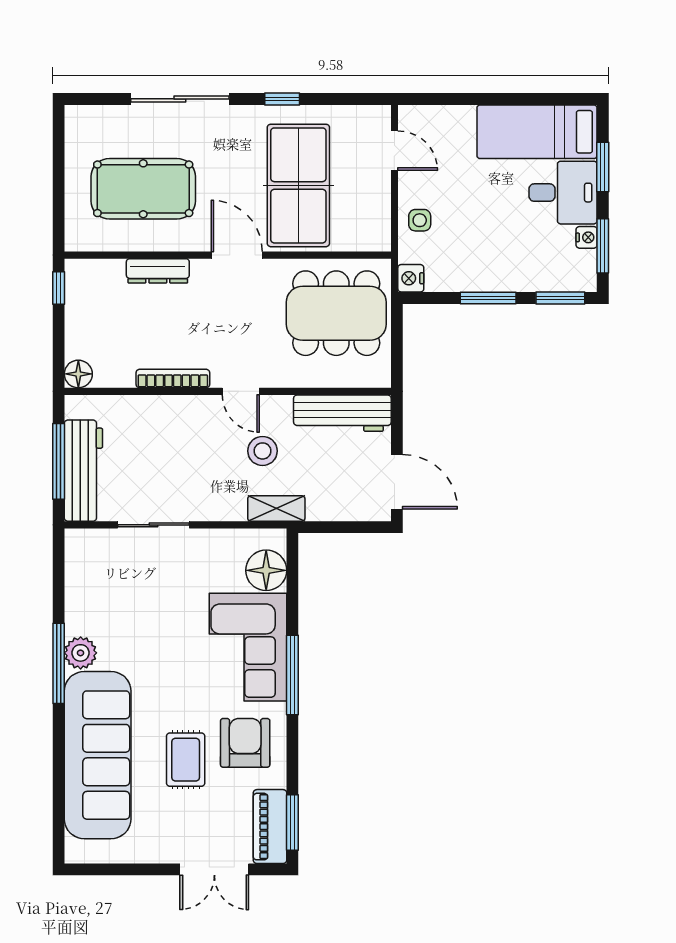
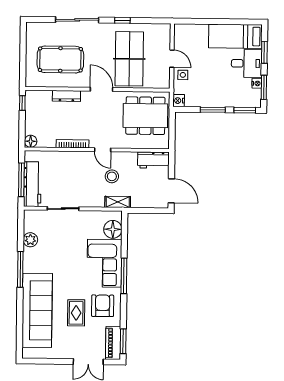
door: (394, 151) -> (172, 59), moved
workbench: (342, 413) -> (153, 160), width x0.73
plant: (81, 653) -> (30, 240), moved

